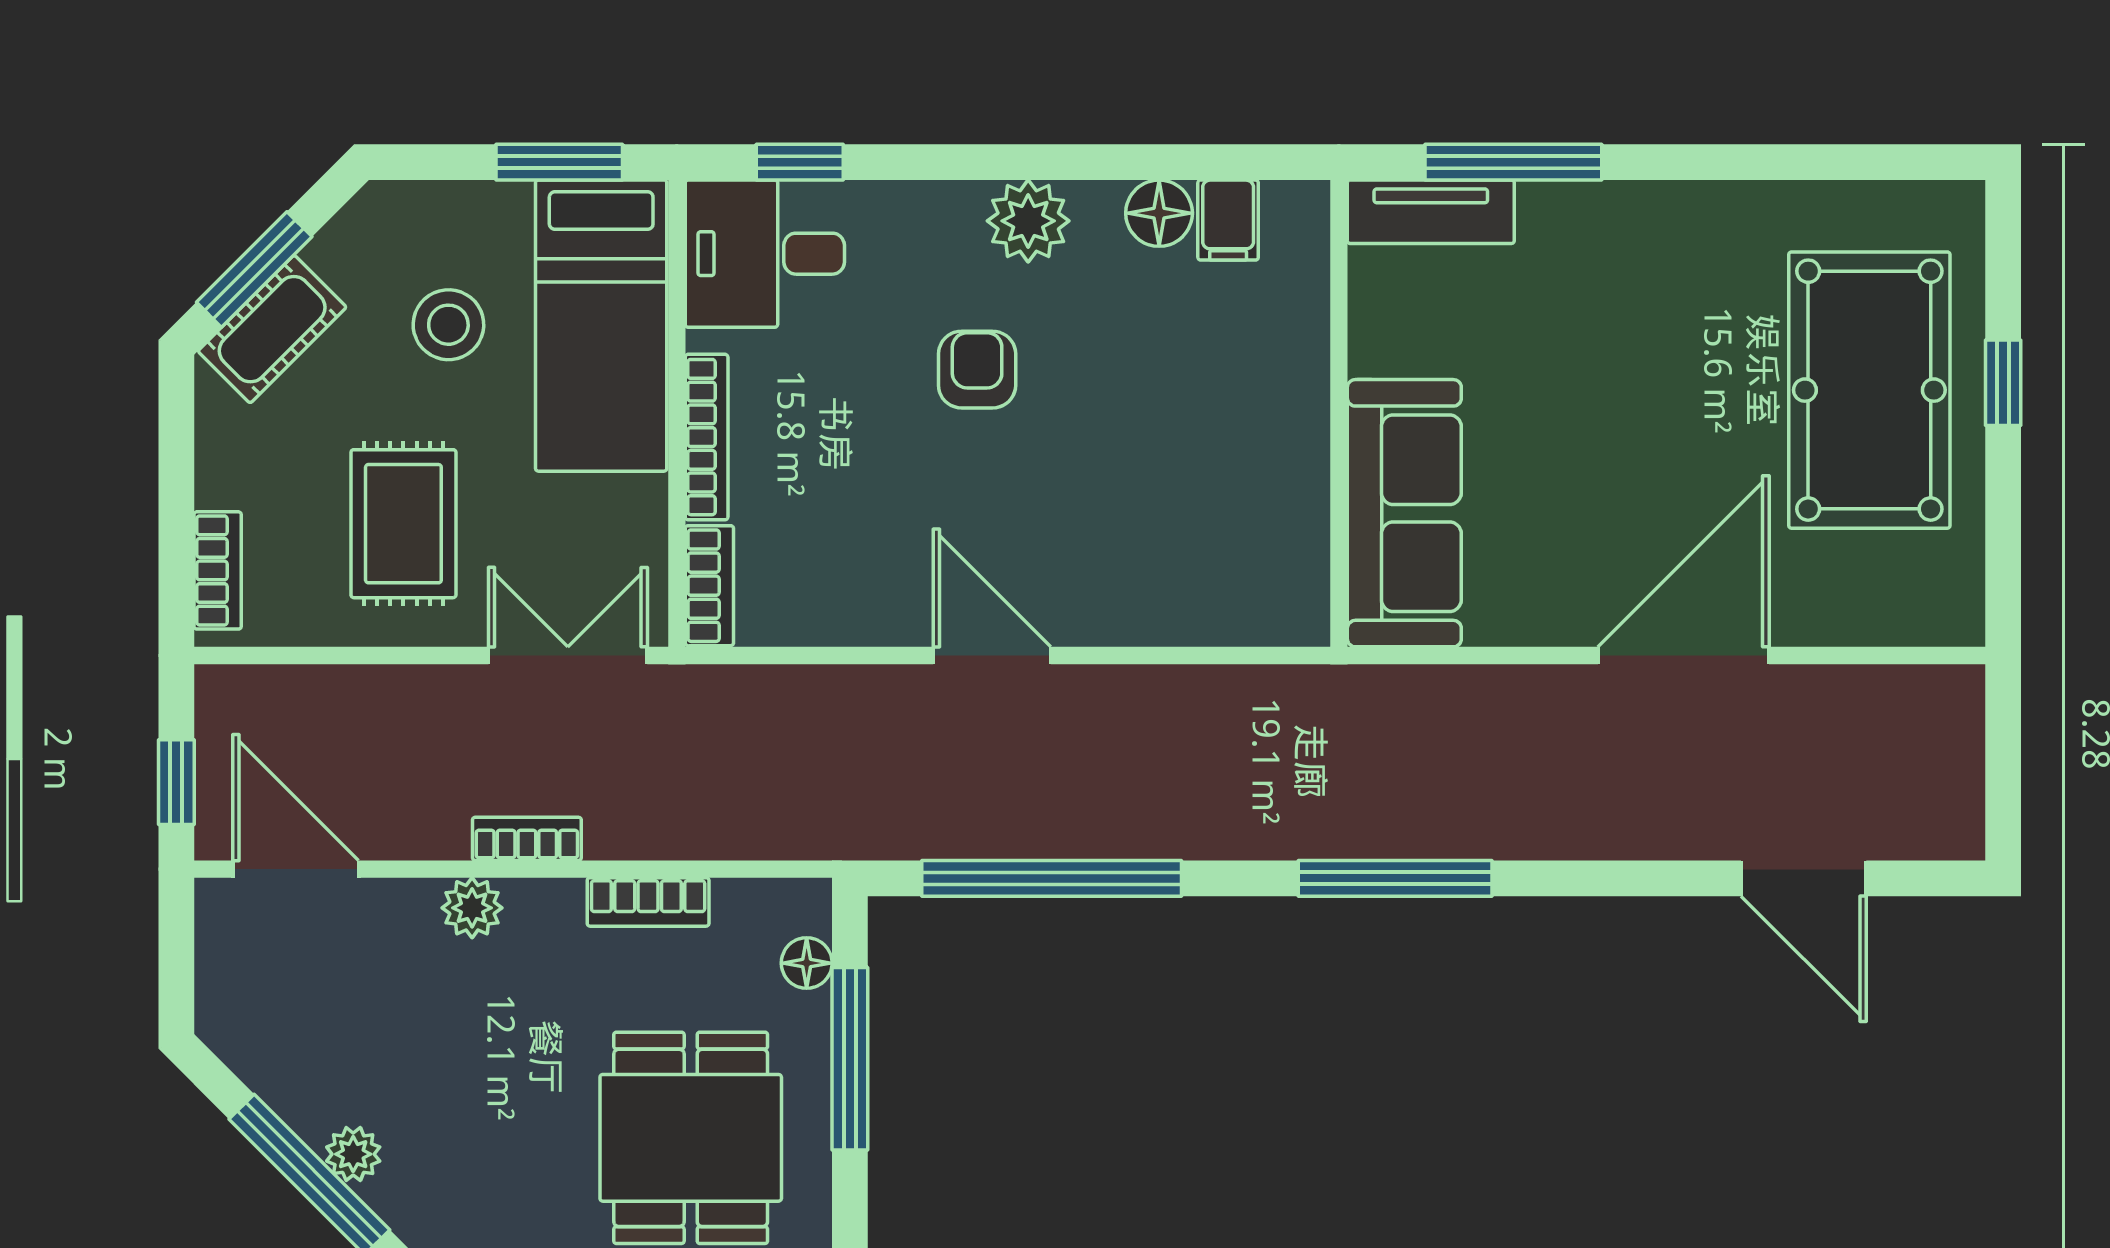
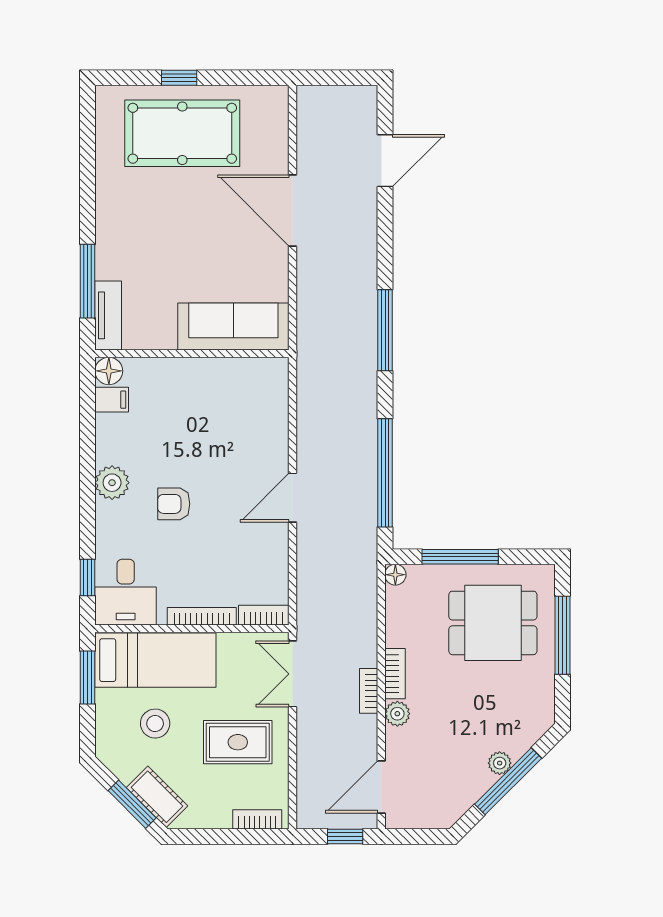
floor lamp: (1159, 213) -> (109, 371), moved
bookcase: (648, 902) -> (395, 674), moved
floor lamp: (807, 963) -> (395, 575), moved

